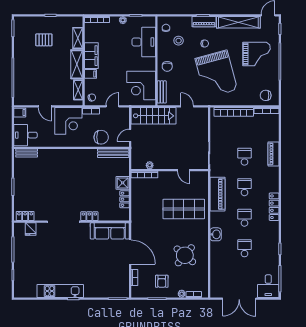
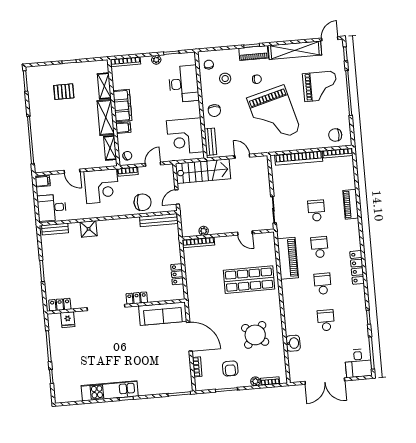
shower: (123, 183) -> (89, 229), moved
washbasin: (216, 234) -> (293, 343), moved

